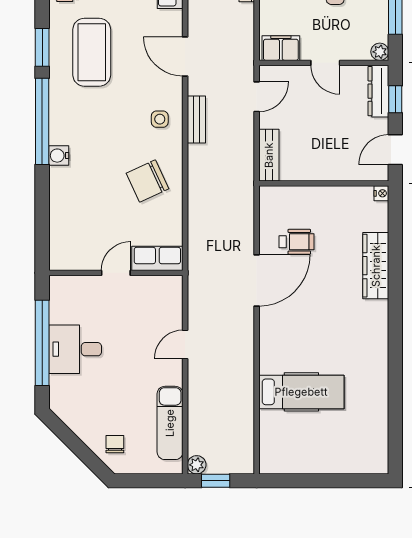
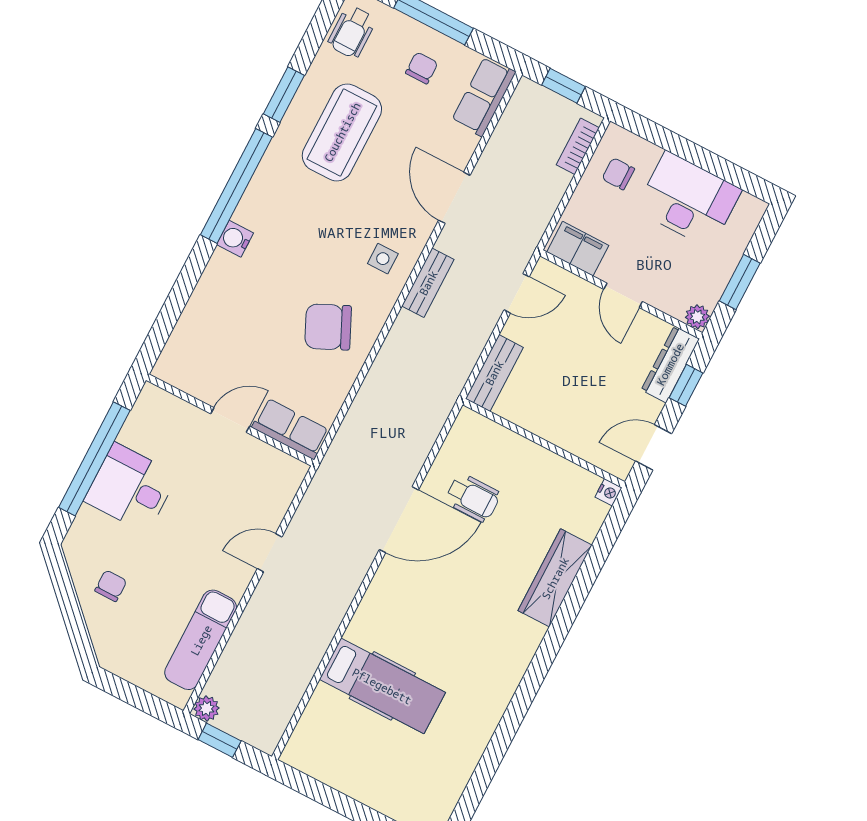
chair: (115, 444) -> (111, 586), moved

